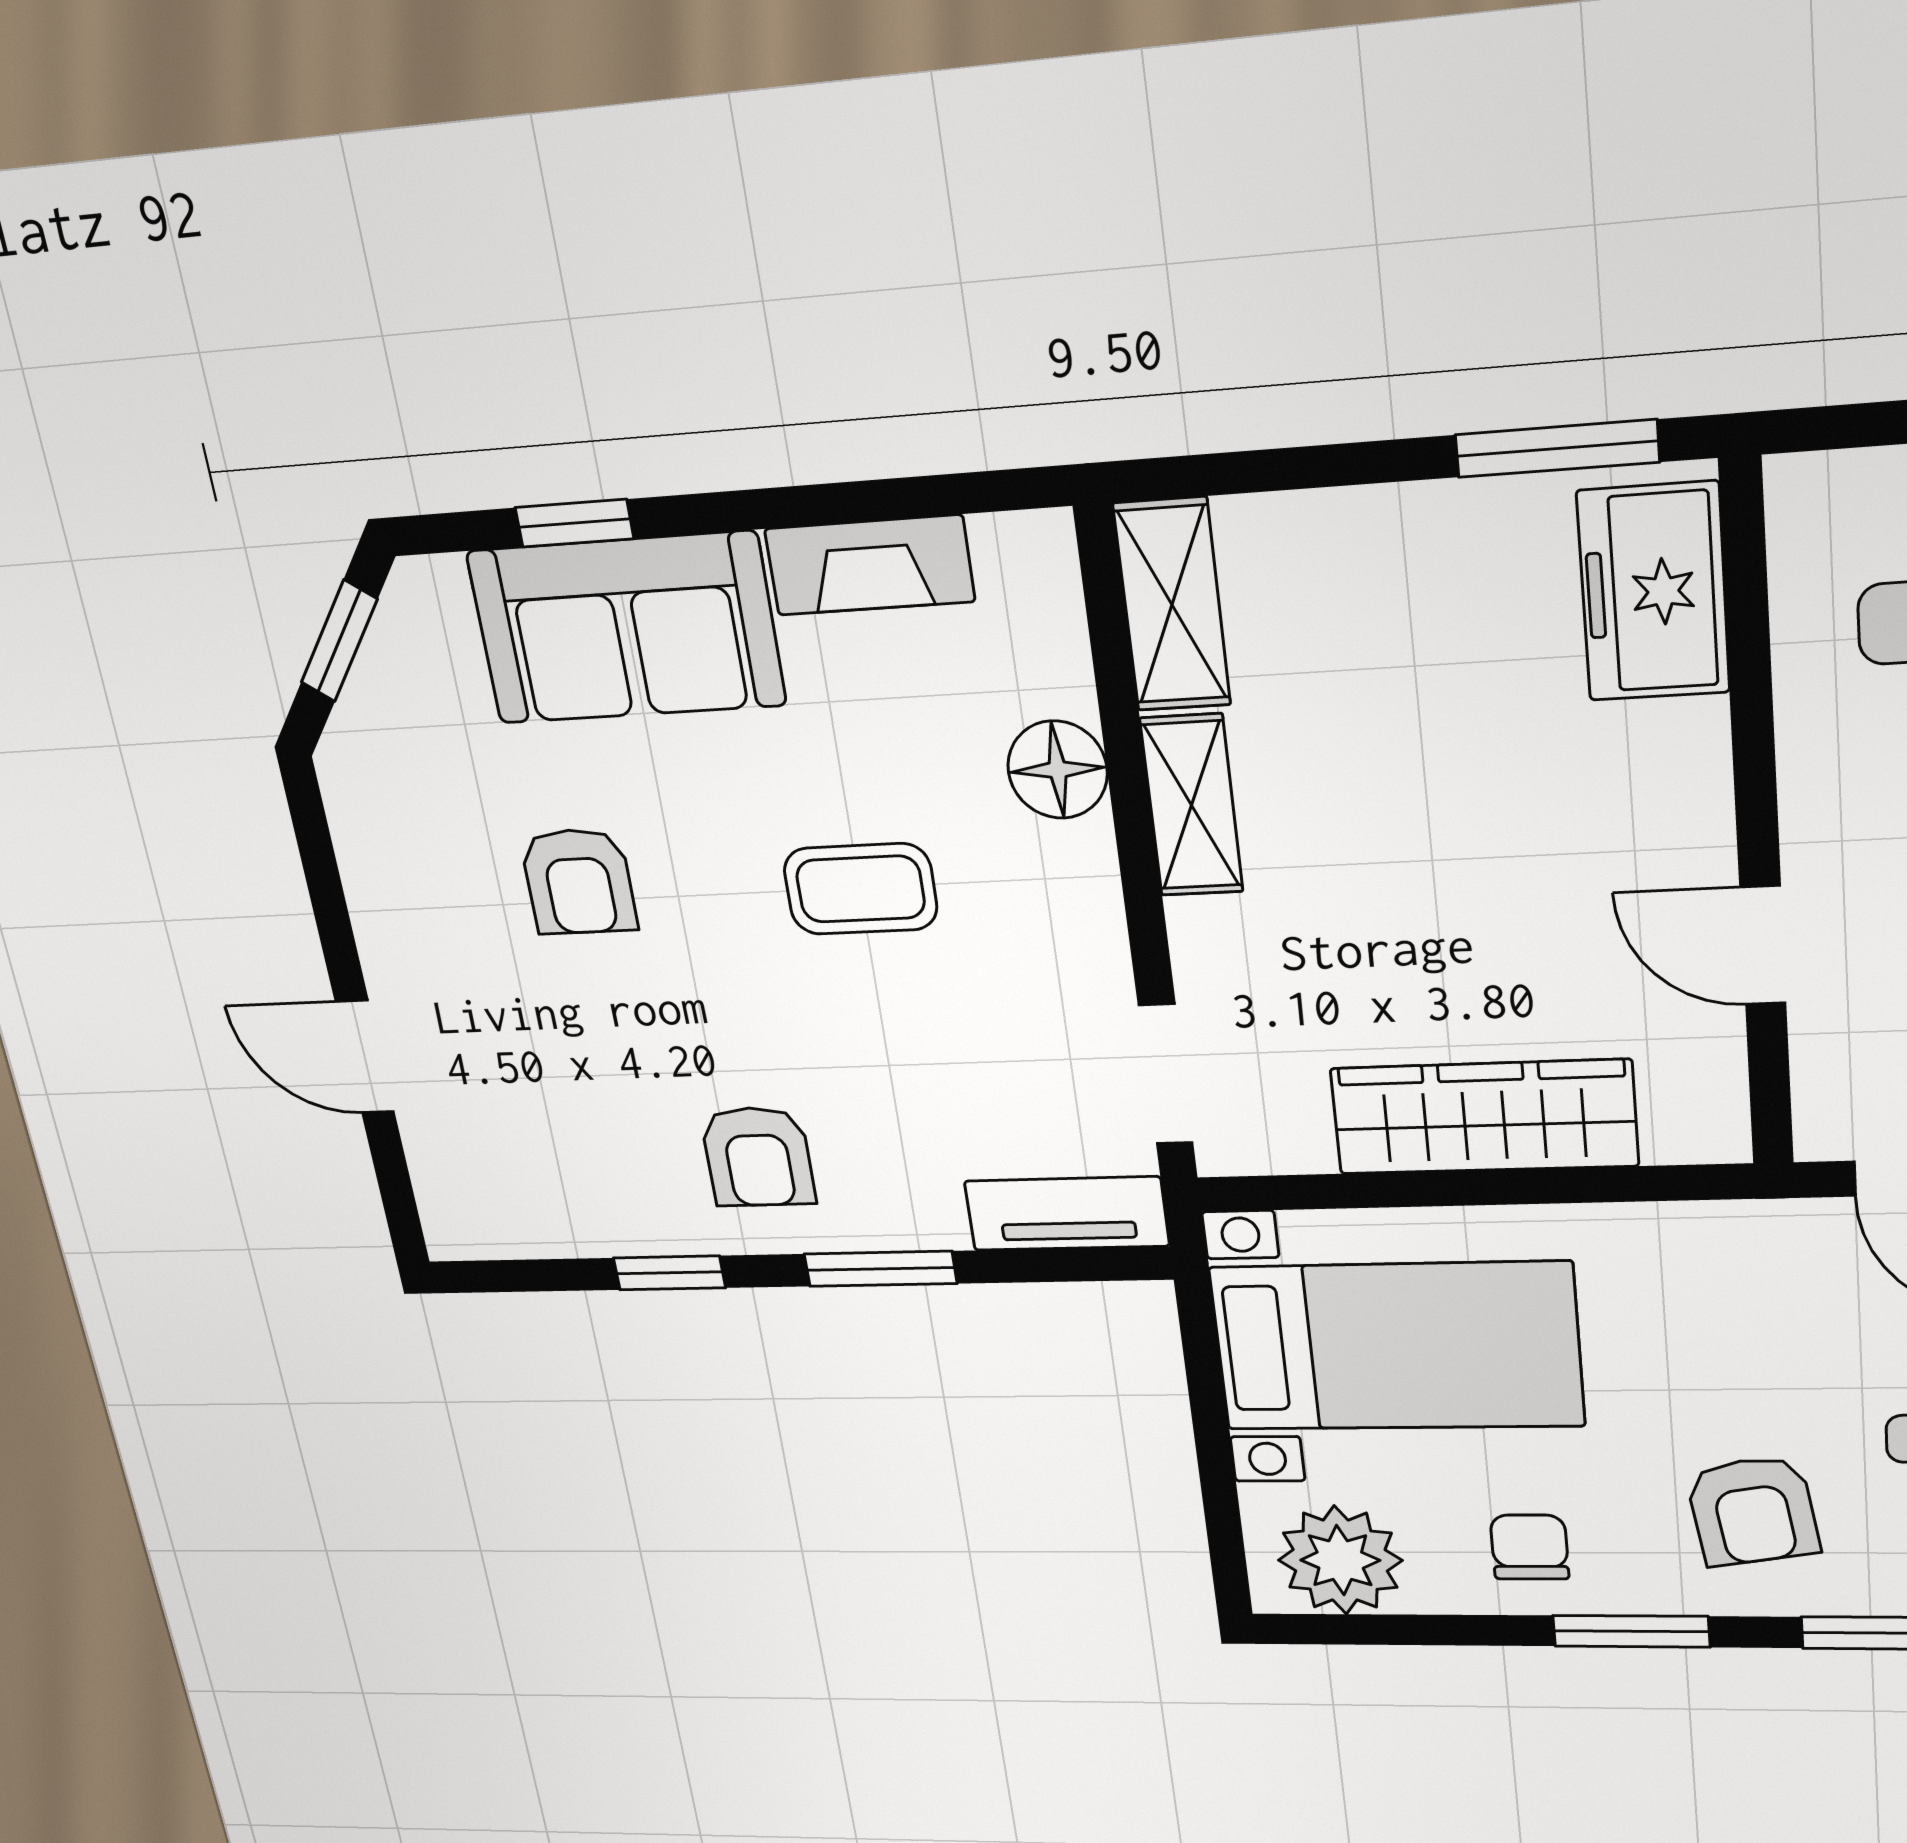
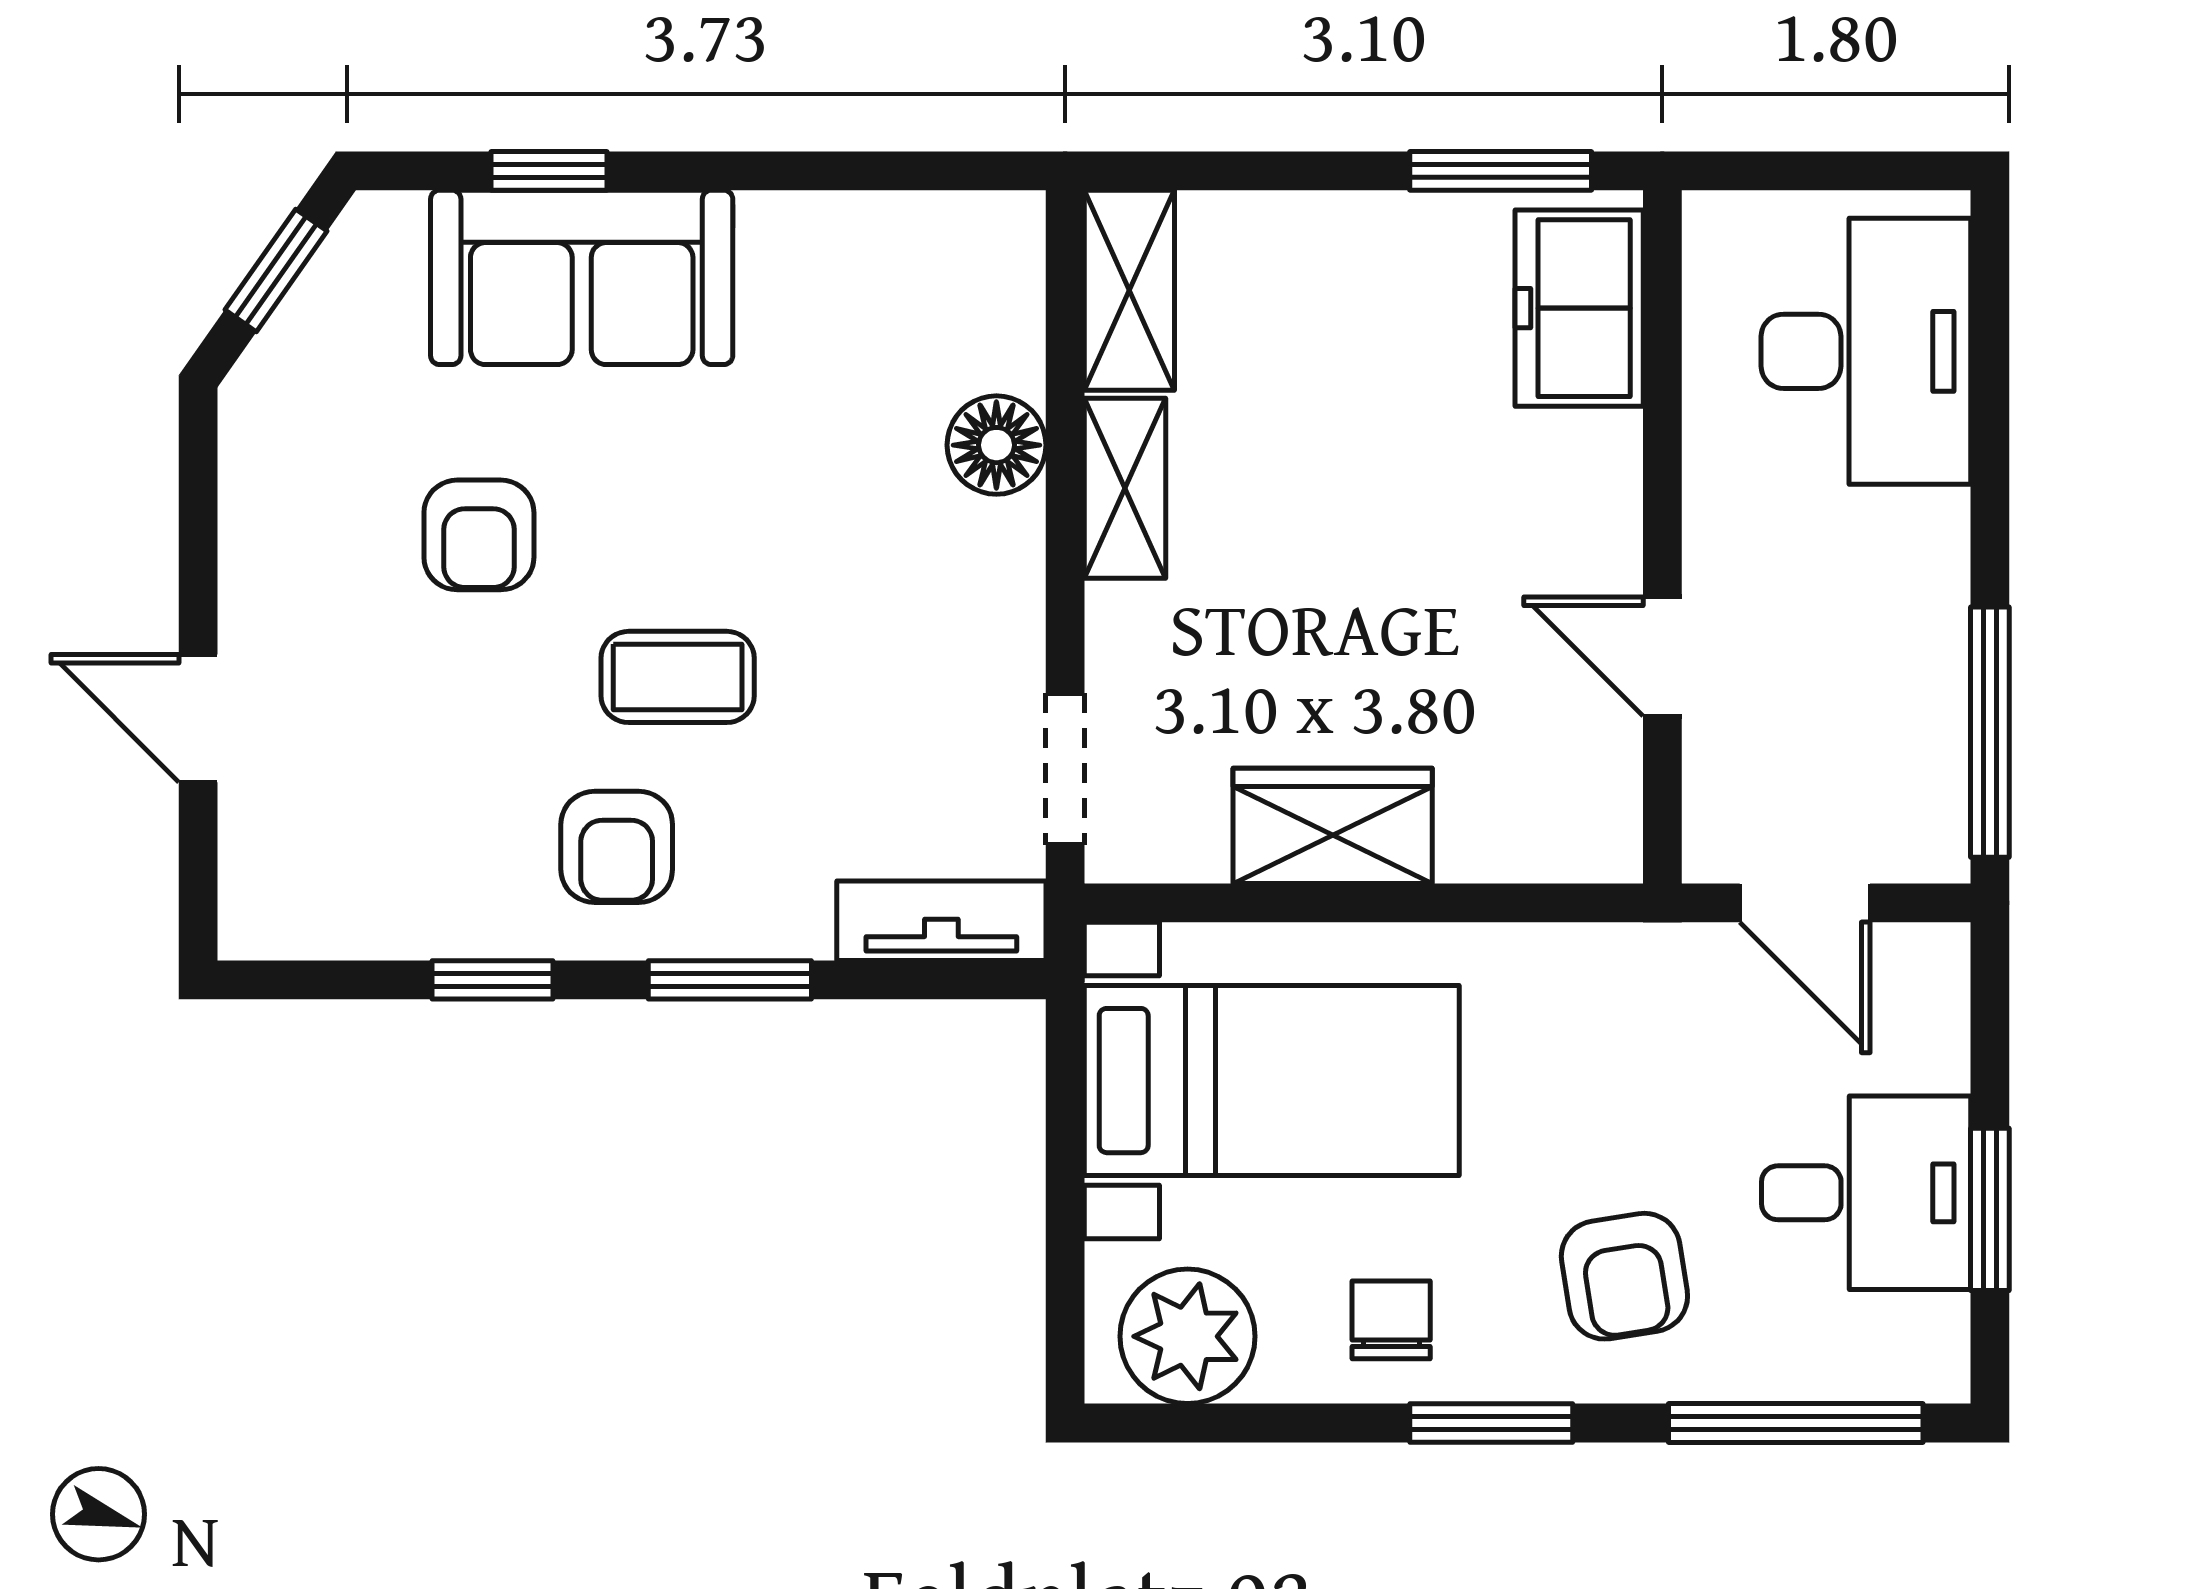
fireplace: (870, 565) -> (839, 232), removed
coffee table: (861, 889) -> (678, 677), moved
wardrobe: (1484, 1117) -> (1333, 826), width x0.67

